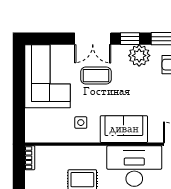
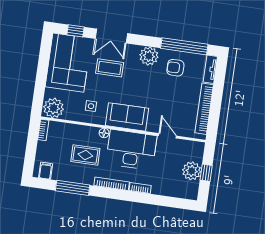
window: (130, 39) -> (76, 31), moved
plant: (38, 131) -> (54, 108), added
floor lamp: (100, 151) -> (104, 133), added

